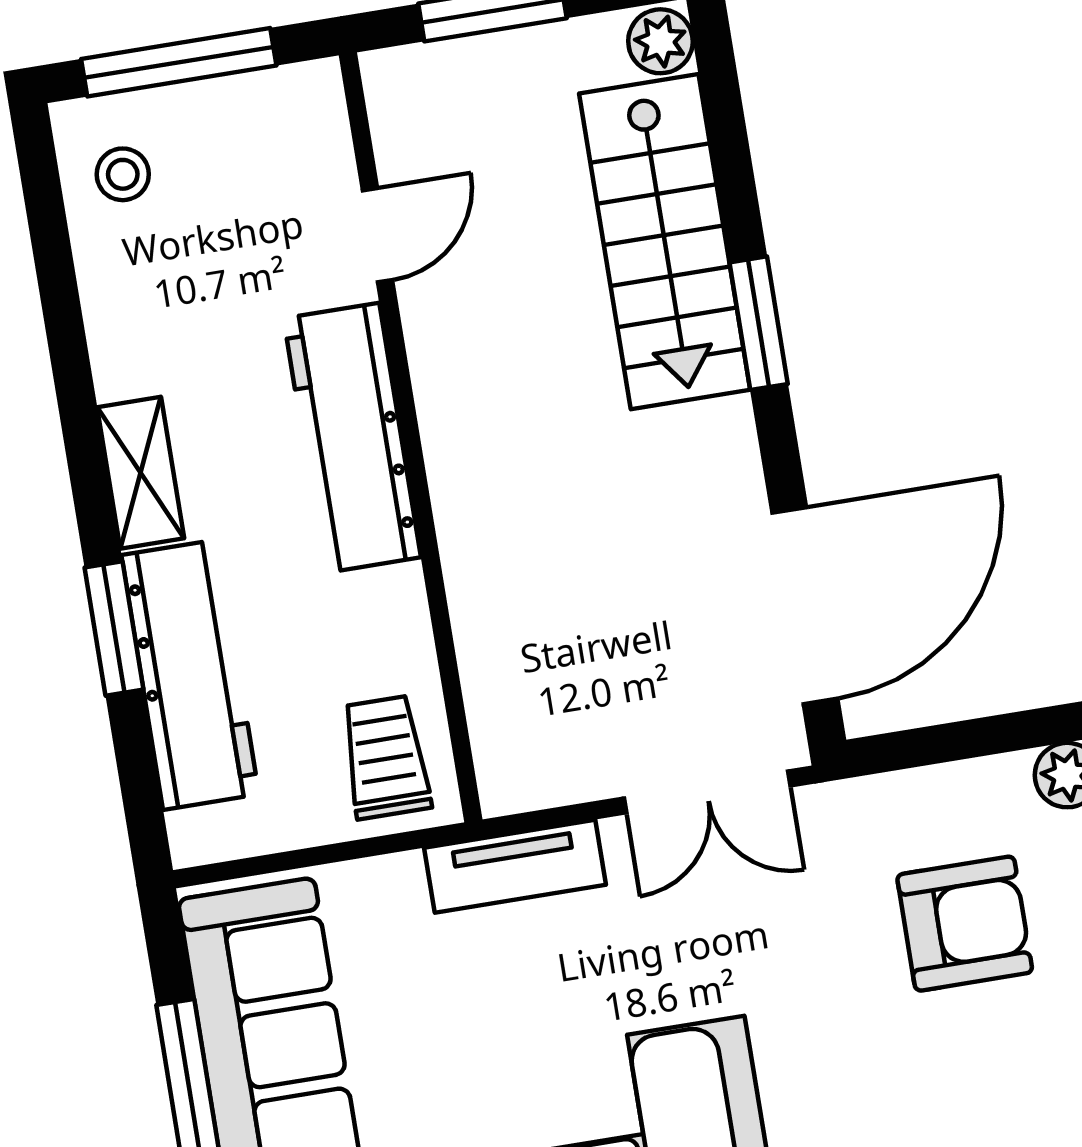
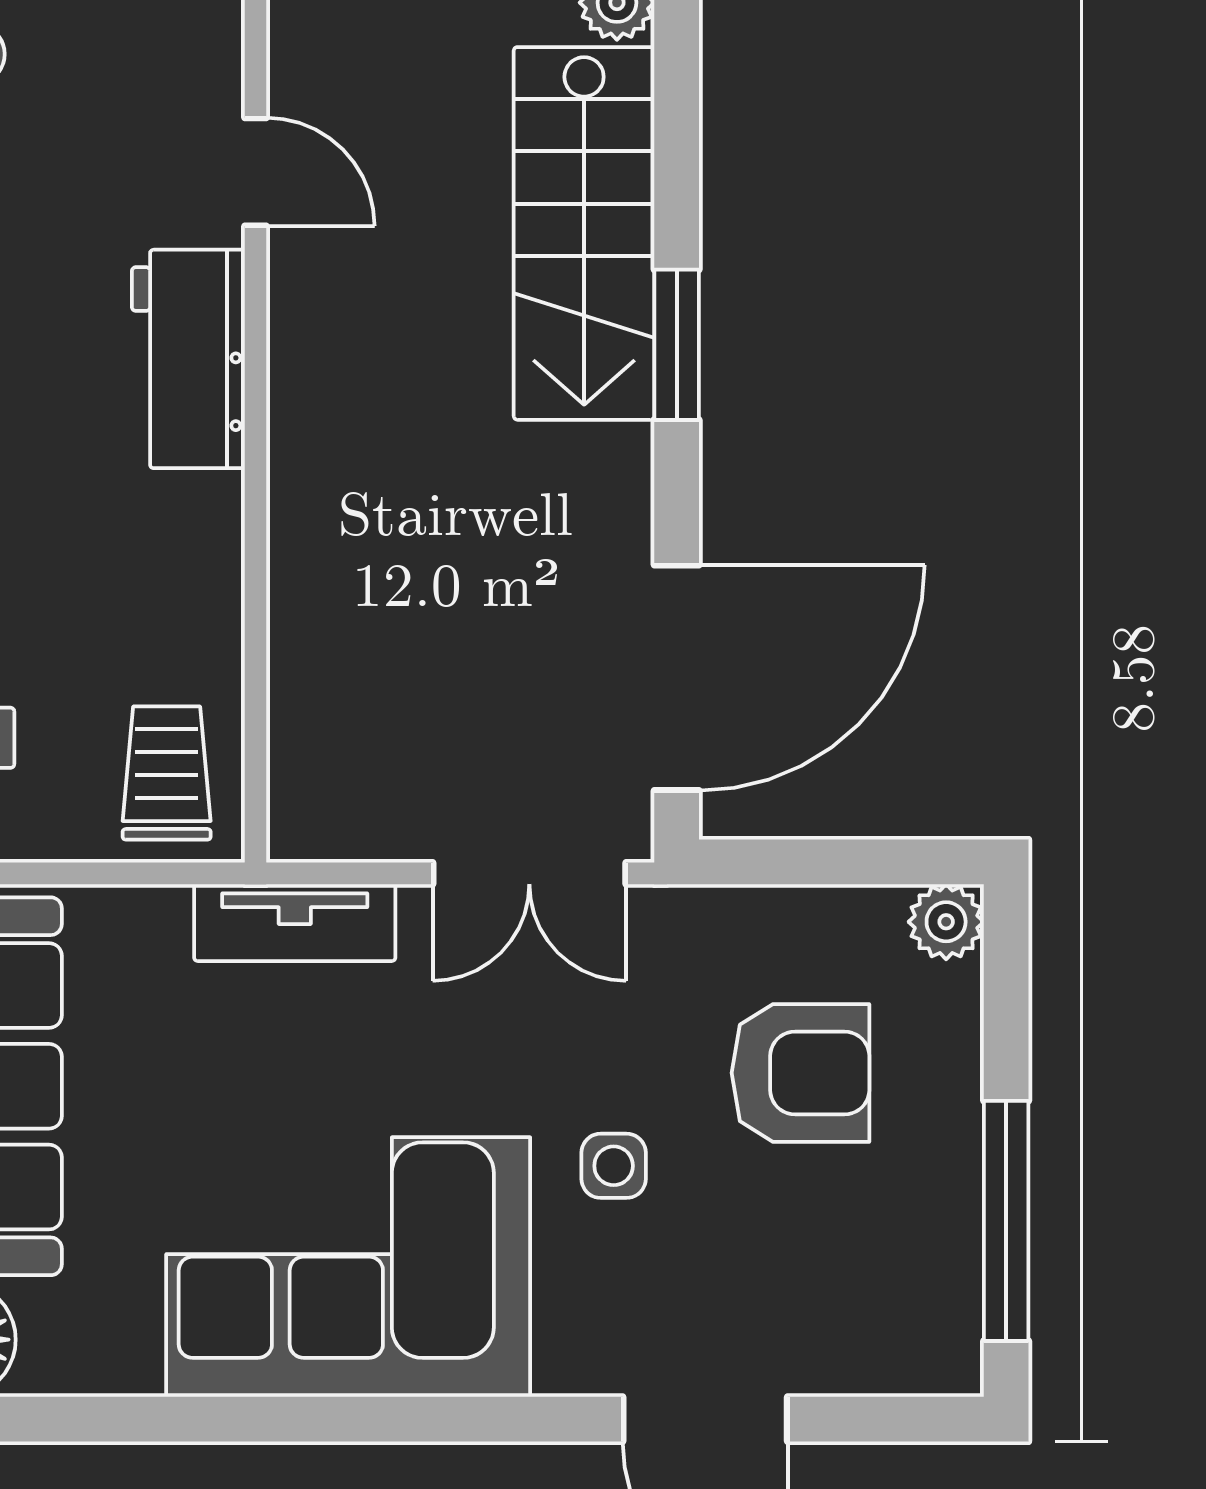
door: (377, 235) -> (256, 172), hinge flipped
workbench: (352, 438) -> (188, 359), width x0.73
side table: (819, 1028) -> (614, 1166), added

